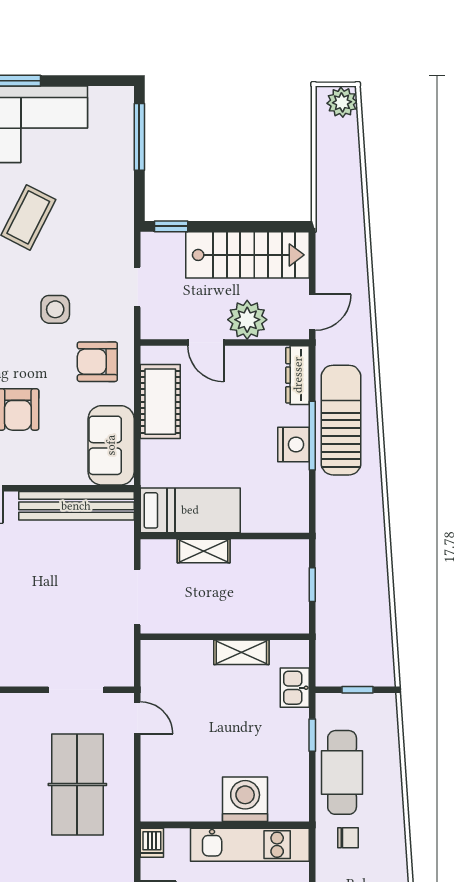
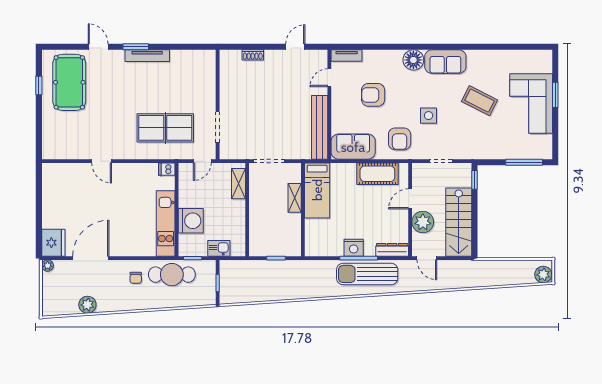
armchair: (97, 362) -> (400, 139), turned 180
sun lounger: (341, 420) -> (367, 274), turned 180
shelving: (241, 652) -> (238, 184), moved
washing machine: (245, 799) -> (191, 221), moved
wall: (225, 825) -> (177, 210), moved
dishwasher: (152, 843) -> (167, 169), moved
kitchen unit: (250, 845) -> (166, 223), moved

